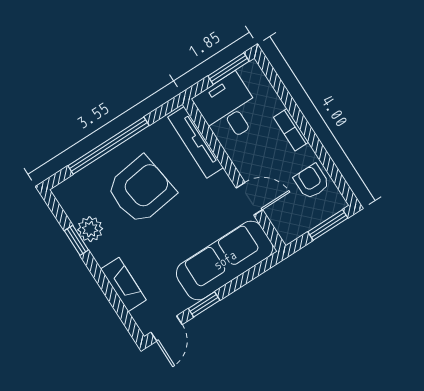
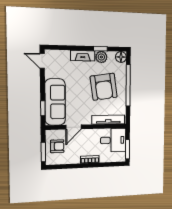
armchair: (312, 181) -> (57, 146), moved
floor lamp: (66, 193) -> (121, 57), added
fireplace: (123, 285) -> (83, 56), moved
window: (204, 304) -> (43, 108), moved

